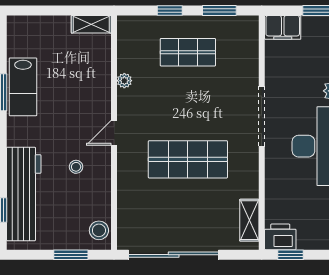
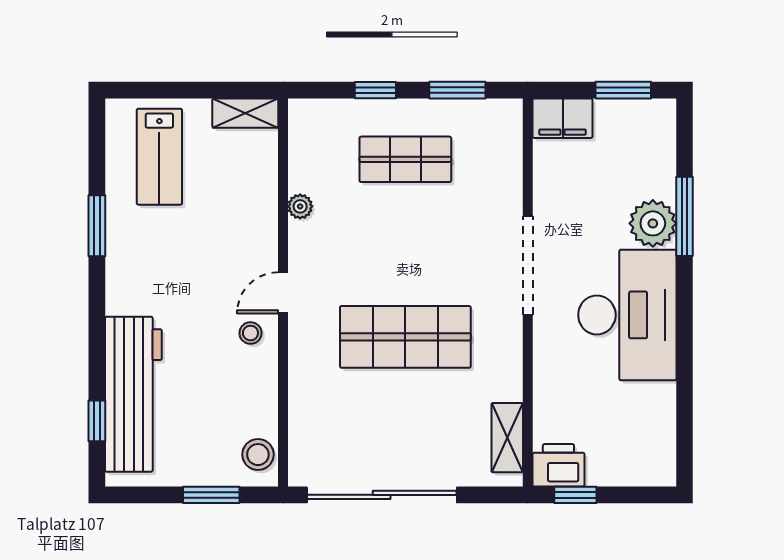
lab bench: (23, 87) -> (159, 157), moved
stool: (76, 167) -> (250, 333), moved

